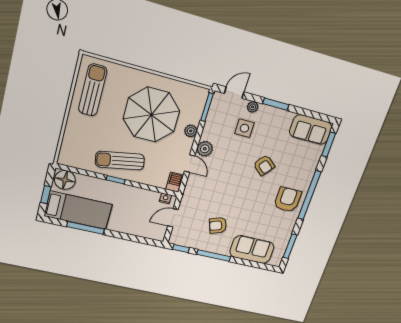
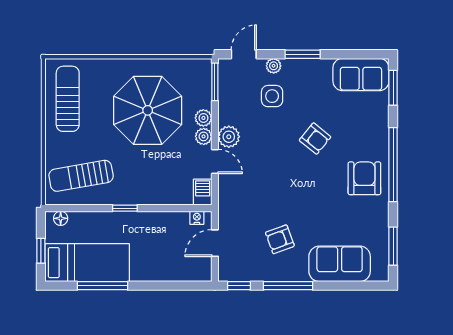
plant: (187, 144) -> (204, 136), added
sun lounger: (120, 161) -> (81, 176), moved
floor lamp: (65, 180) -> (61, 218), width x0.53, depth x0.53

